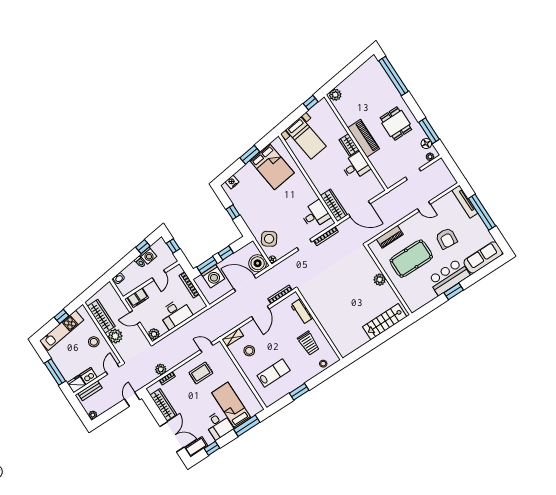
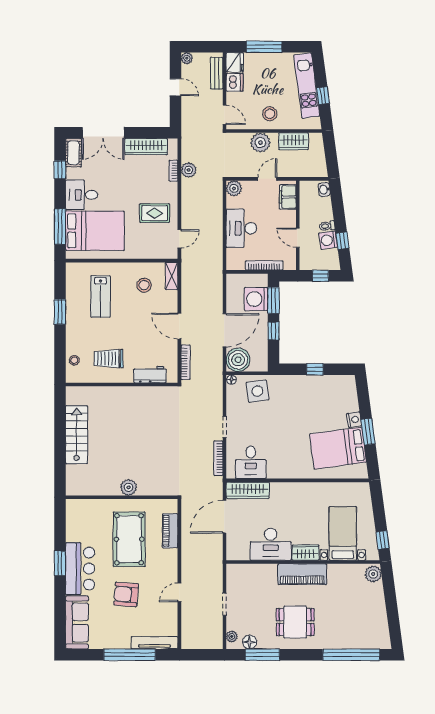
bed with nightstands: (306, 138) -> (343, 533), moved, turned 98
desk: (356, 166) -> (271, 544), width x1.37
nightstand: (232, 182) -> (354, 420), moved
side table: (269, 239) -> (257, 391), turned 45
wardrobe: (101, 316) -> (294, 141), width x0.67
stairs: (385, 322) -> (77, 435), moved
rug: (201, 373) -> (155, 213), turned 90
door: (132, 399) -> (175, 87), moved
bed: (231, 405) -> (95, 231), width x1.50

